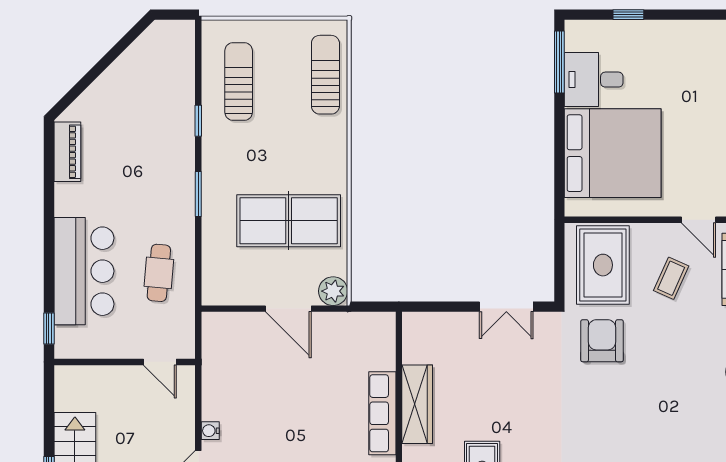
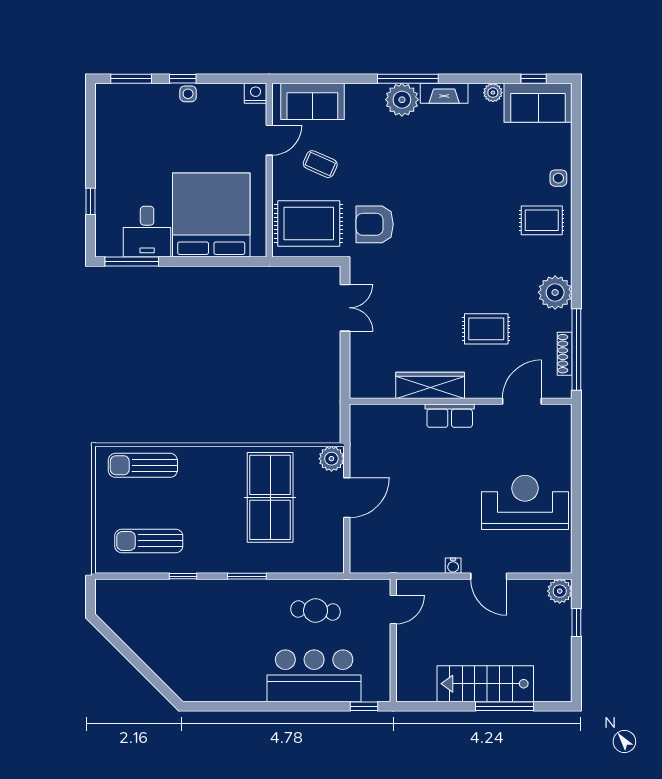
piano: (67, 152) -> (210, 690), removed
row of seats: (382, 413) -> (450, 416), width x0.68

